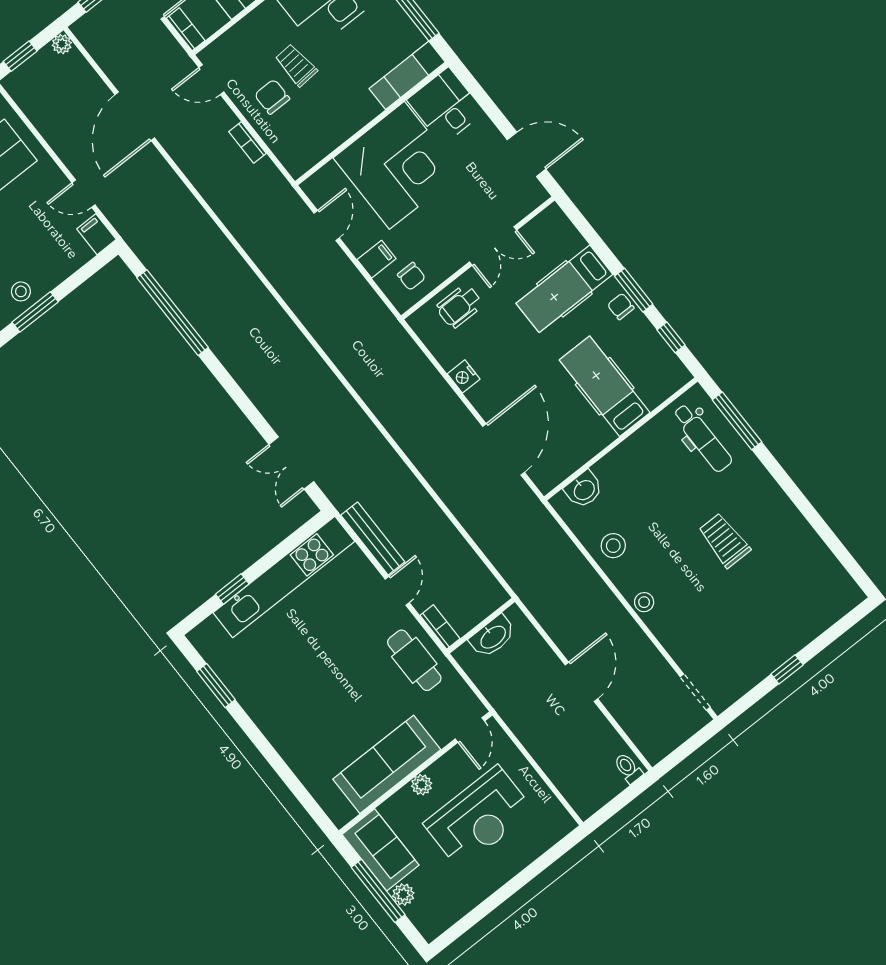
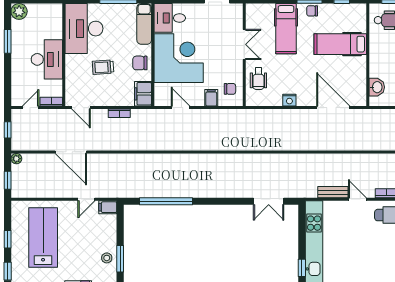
door: (211, 80) -> (81, 108), hinge flipped
chair: (272, 97) -> (140, 63), moved
filing cabinet: (304, 155) -> (143, 94), added
bench: (373, 539) -> (333, 192), width x0.73

